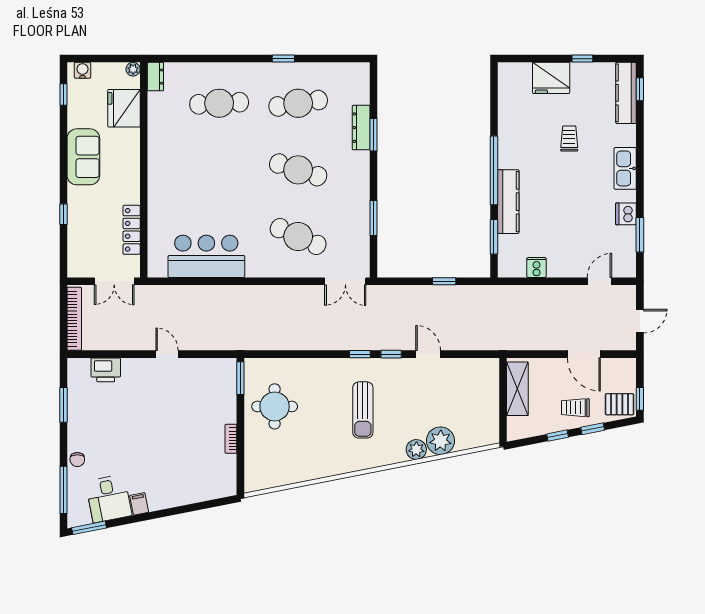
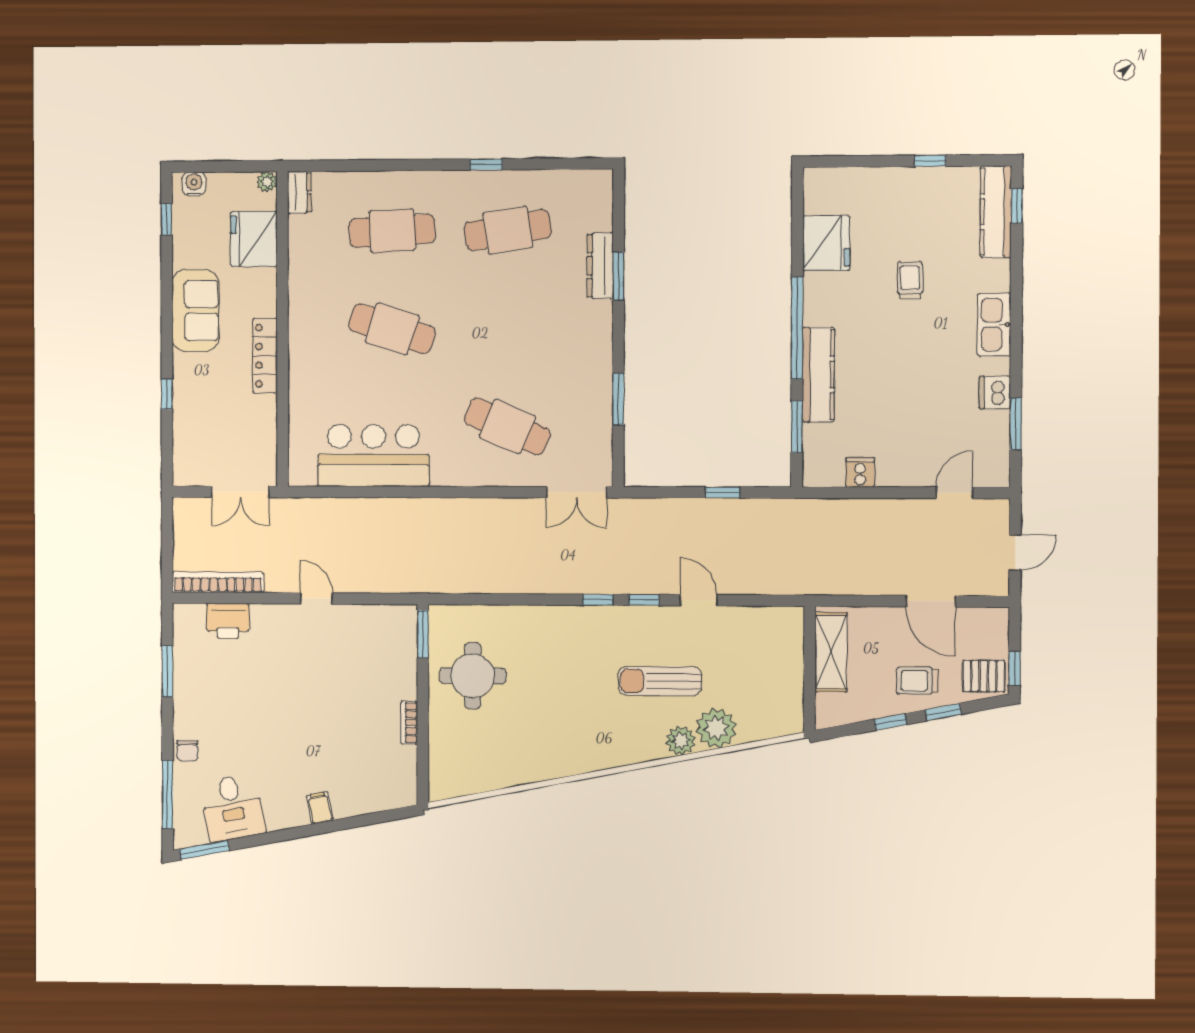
fridge: (551, 78) -> (826, 243), moved, turned -90
cafe table: (298, 170) -> (392, 329), moved
locker: (132, 230) -> (265, 356), moved
bookcase: (74, 319) -> (218, 582), moved, turned -90
sun lounger: (363, 410) -> (660, 681), moved, turned 90
filing cabinet: (139, 504) -> (320, 808), moved

